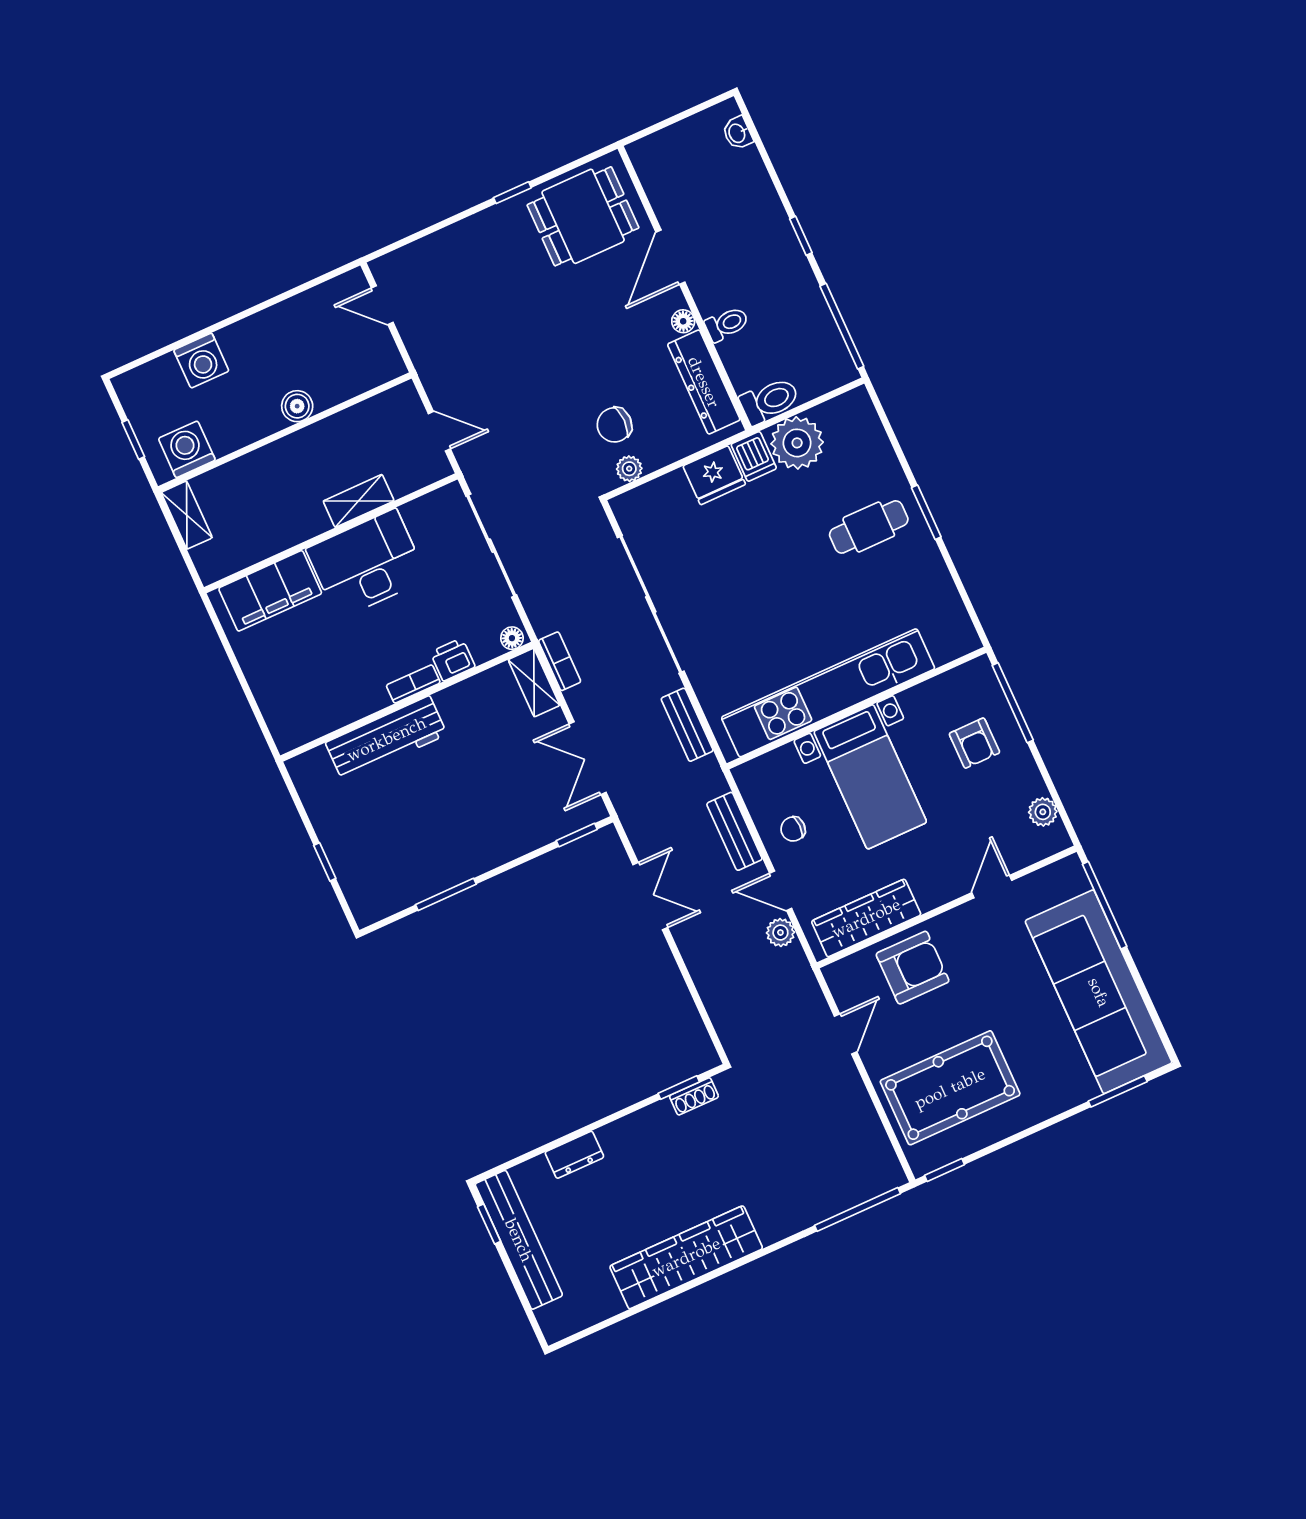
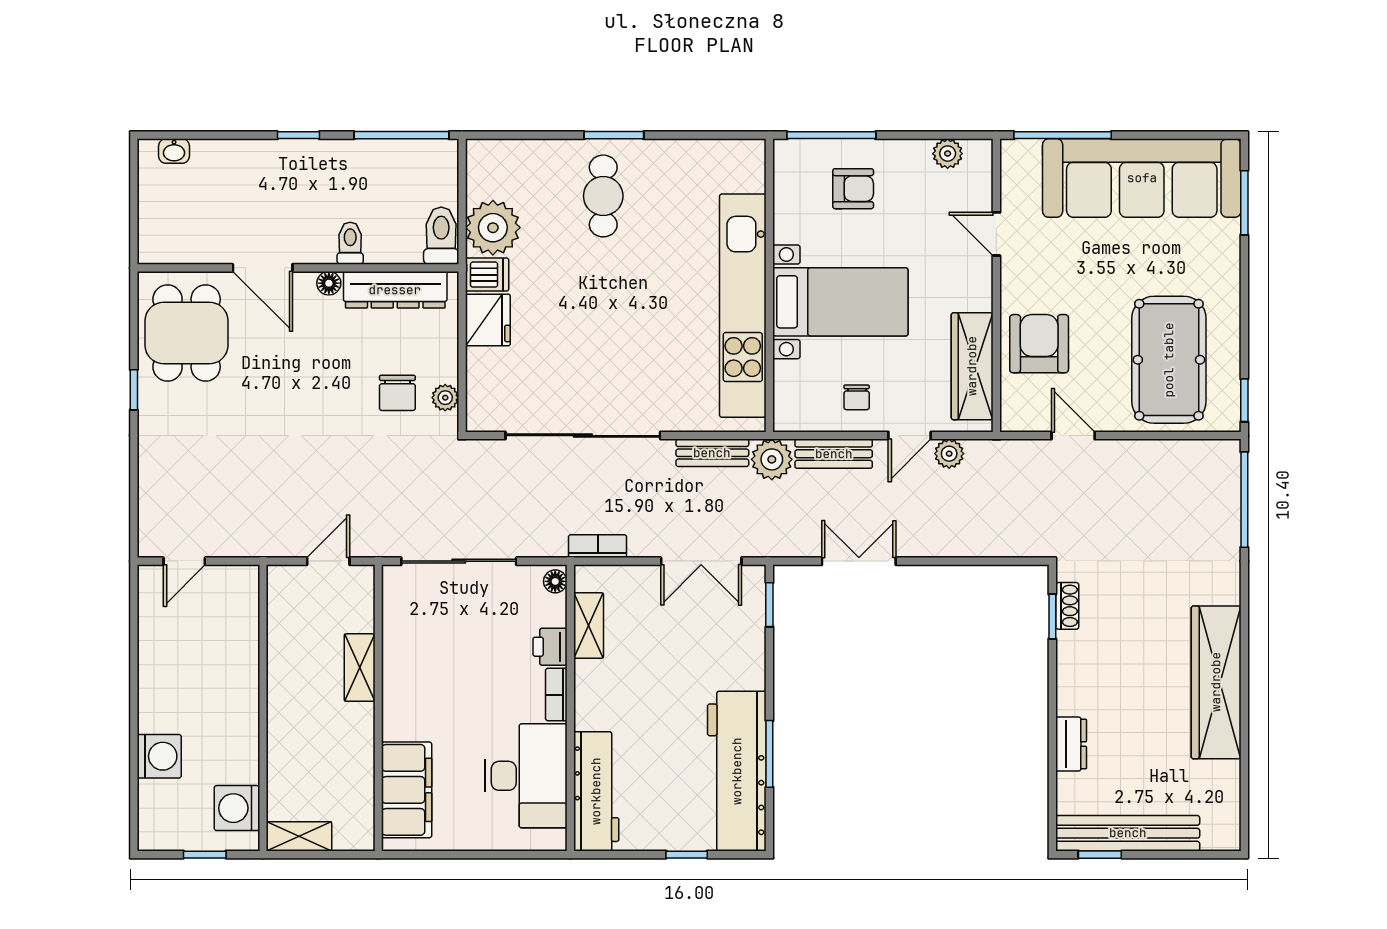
boiler: (297, 406) -> (243, 685), removed
desk: (367, 564) -> (526, 776), moved, turned 180
shelving: (534, 683) -> (589, 625), moved, turned 90
workbench: (386, 739) -> (596, 791), moved
plant: (705, 779) -> (772, 459), added
workbench: (418, 873) -> (737, 771), added

